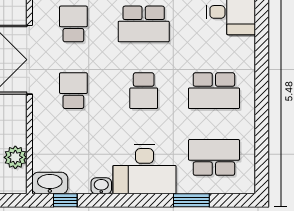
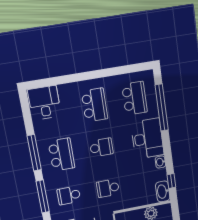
school desk: (214, 157) -> (135, 98), turned 180
window: (191, 200) -> (162, 108), width x2.11

